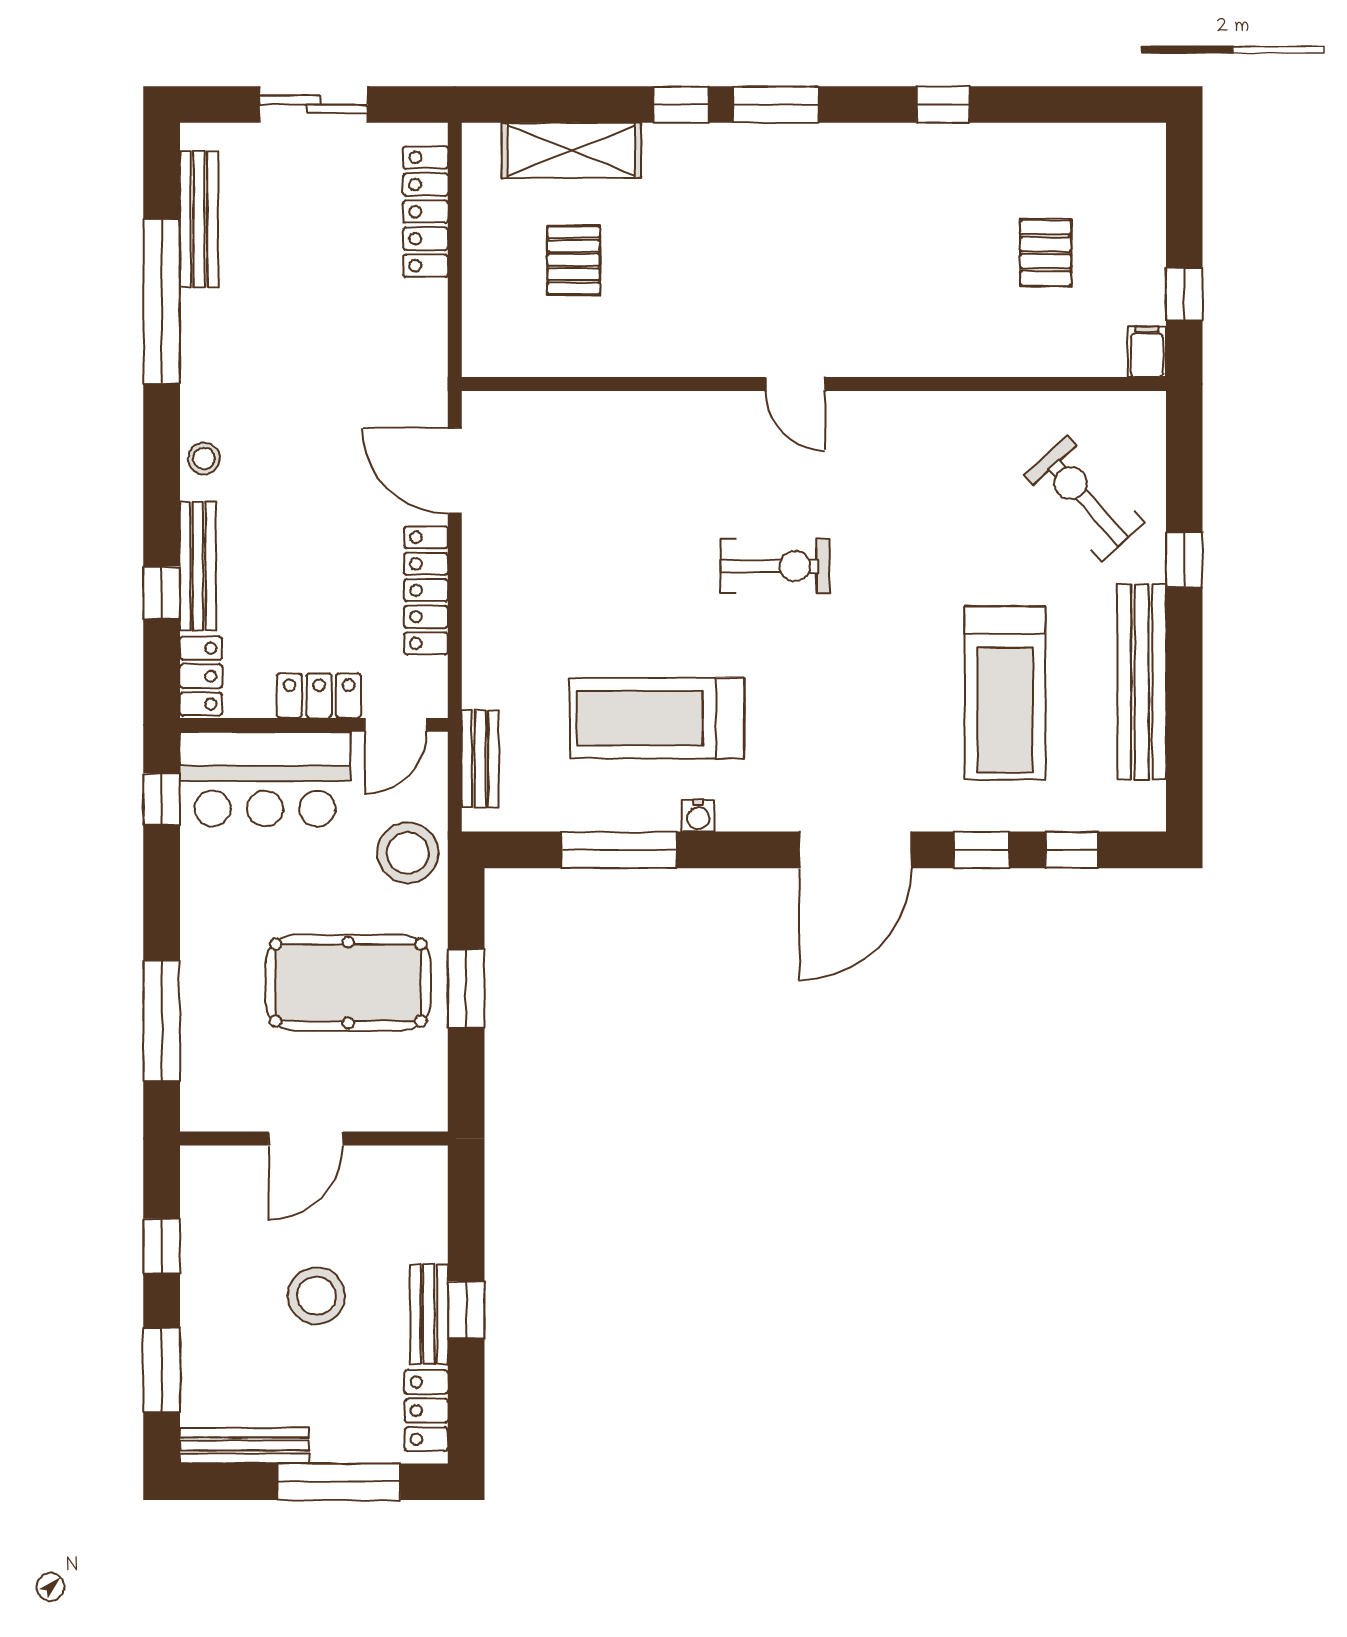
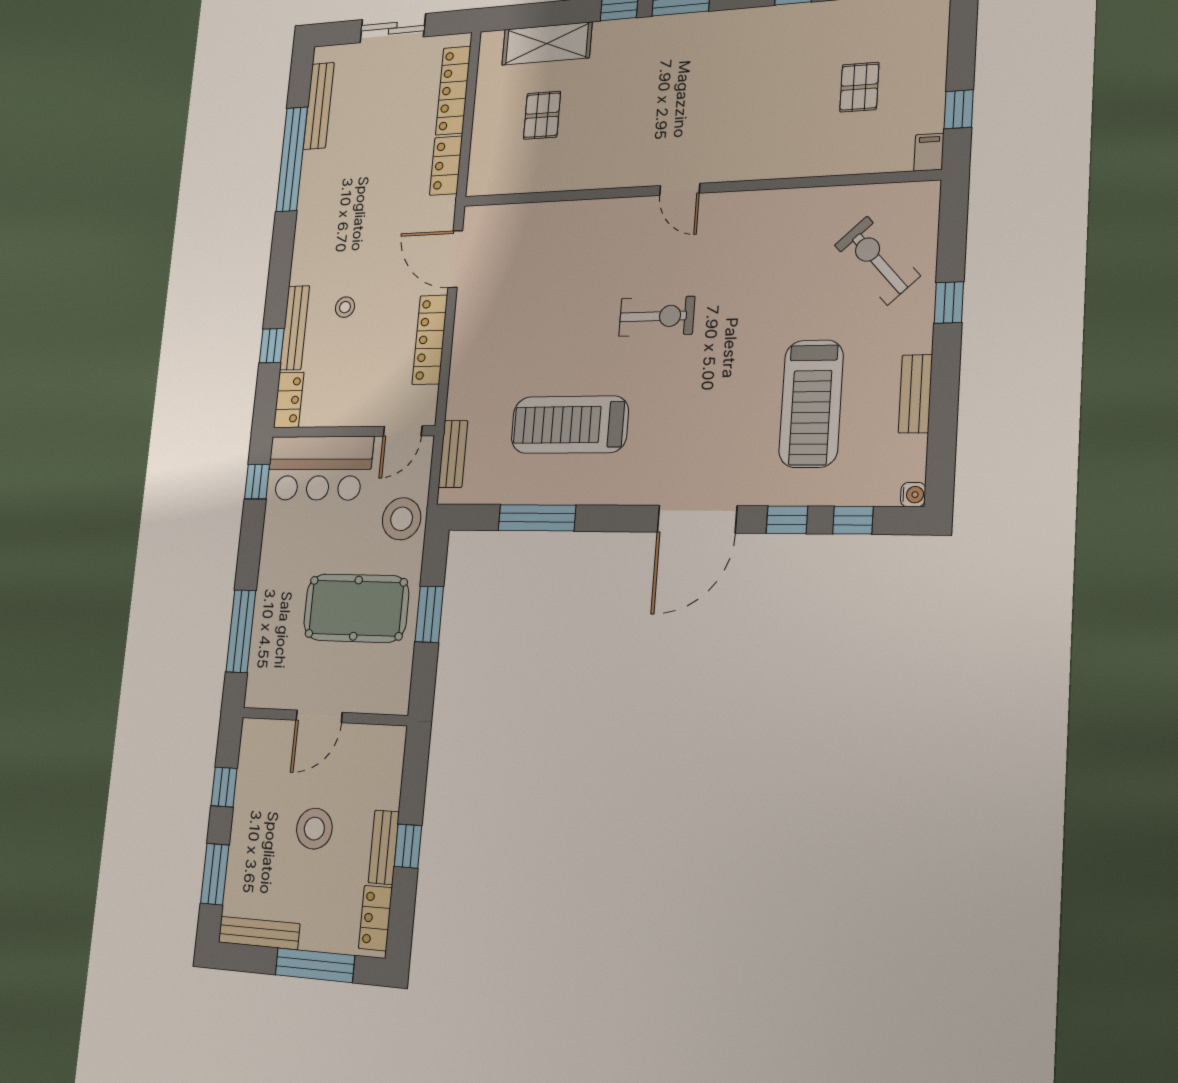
stool: (204, 458) -> (345, 307), moved
bench: (1142, 682) -> (915, 394), width x0.54, depth x0.82
locker: (319, 696) -> (446, 166), moved, turned -90
water cooler: (698, 816) -> (913, 495), moved, turned -90

